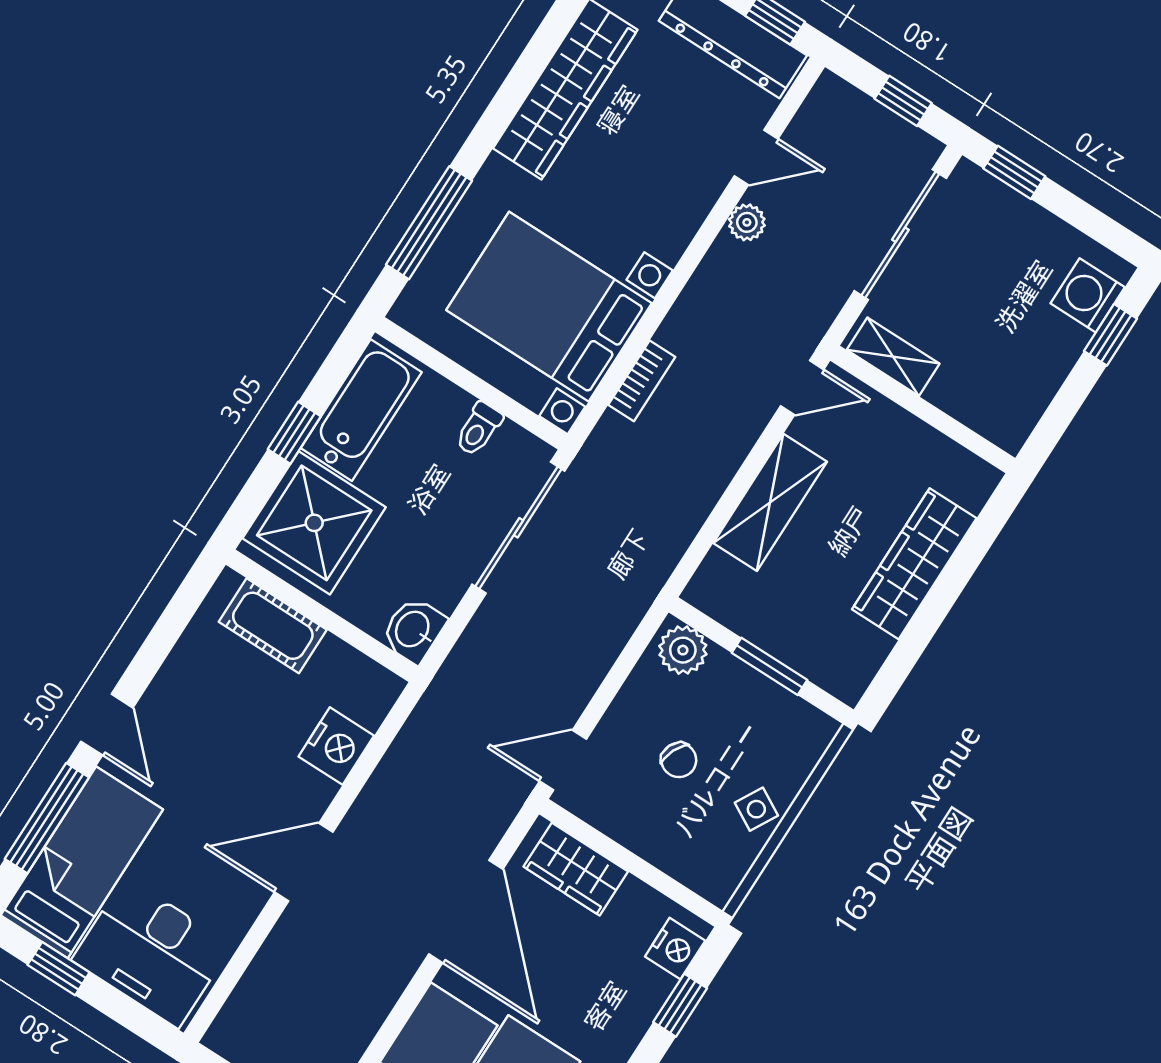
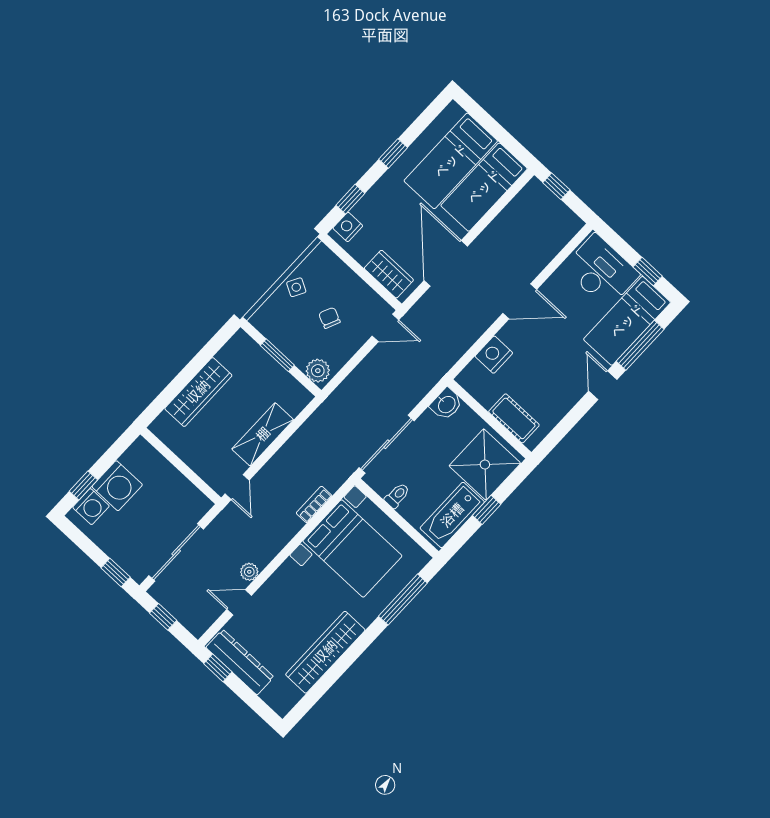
washing machine: (1043, 347) -> (117, 486), added
shelving: (893, 357) -> (190, 494), removed
door: (802, 388) -> (237, 487), swing flipped

